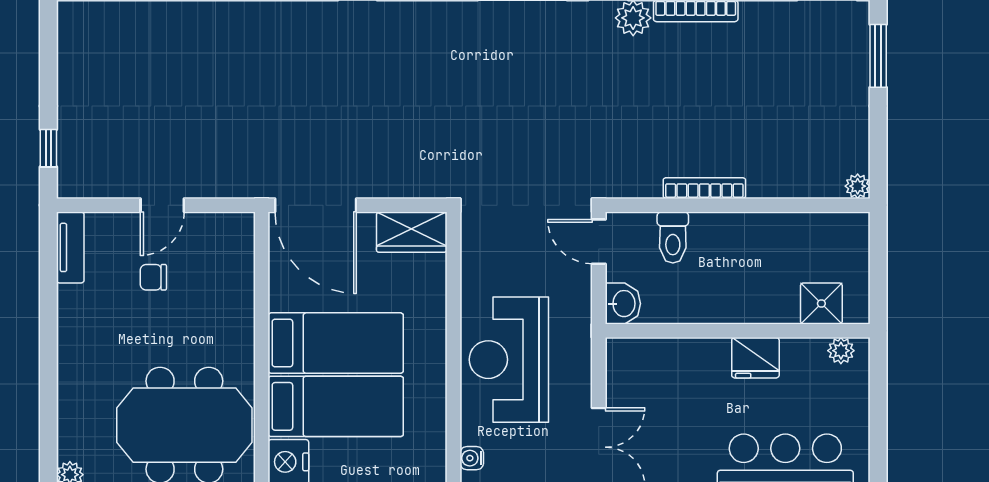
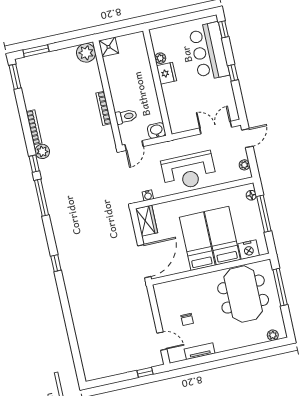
plant: (858, 186) -> (86, 53), width x1.88, depth x1.88
door: (162, 205) -> (162, 341), moved
tv unit: (70, 247) -> (200, 351), moved
shower: (821, 303) -> (109, 47), moved
plant: (841, 351) -> (160, 58), moved
water cooler: (472, 458) -> (148, 195), moved

